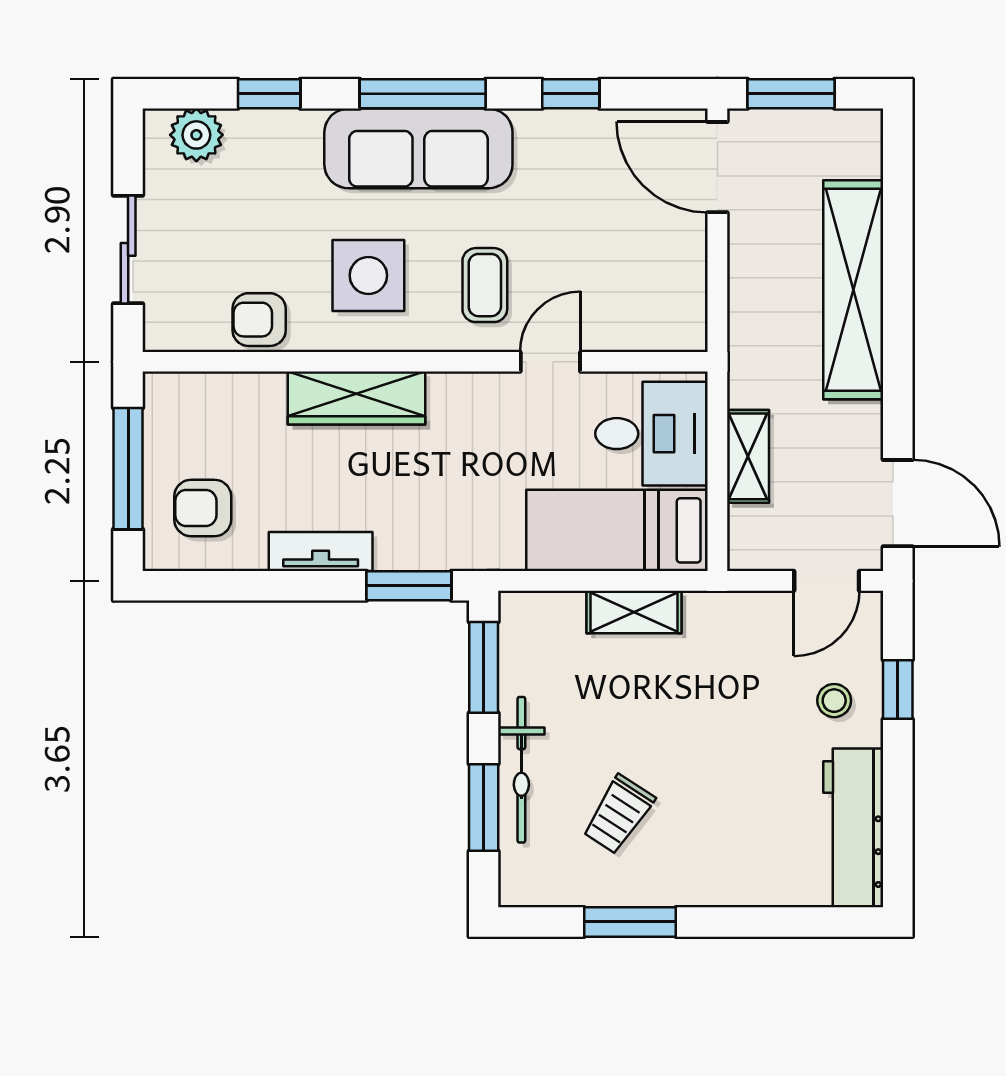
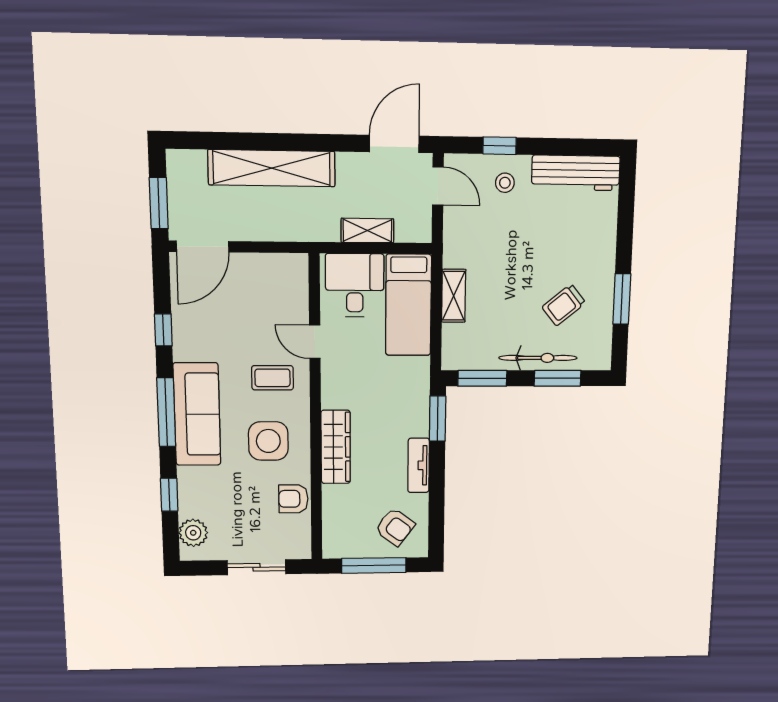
armchair: (259, 320) -> (293, 499), turned 90
armchair: (203, 508) -> (395, 527), turned -53
trolley: (618, 814) -> (564, 305), turned 108

